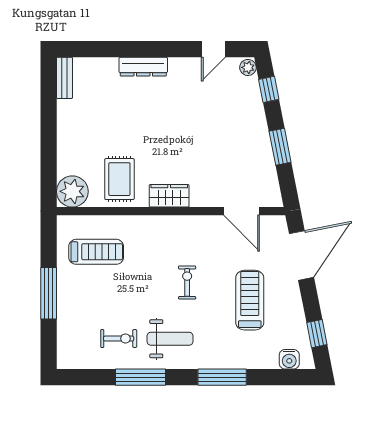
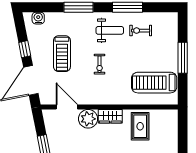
plant: (72, 191) -> (88, 119), moved
treadmill: (96, 252) -> (154, 83), width x1.37, depth x1.38
window: (317, 334) -> (25, 49), moved
weight bench: (170, 339) -> (110, 30), turned 180

